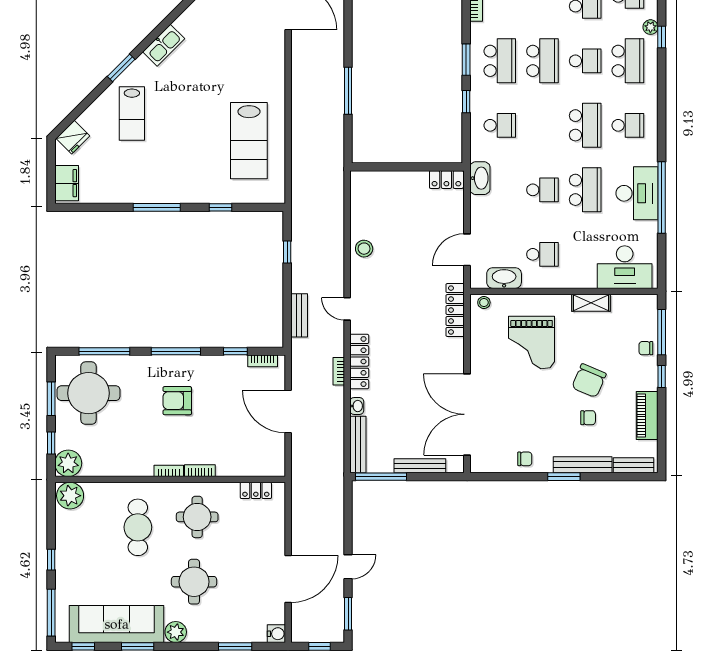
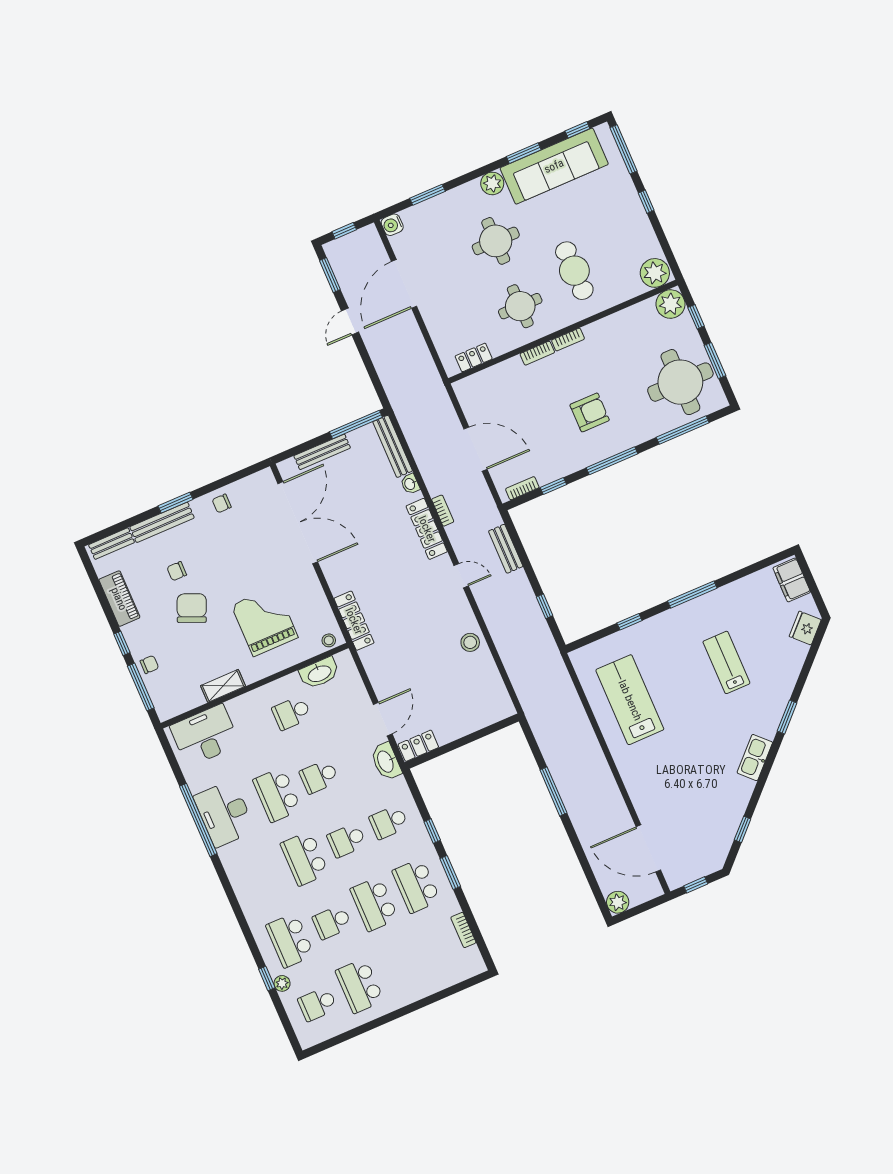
lab bench: (132, 113) -> (726, 662), moved
school desk: (628, 125) -> (347, 840), moved
door: (467, 250) -> (383, 719), moved

